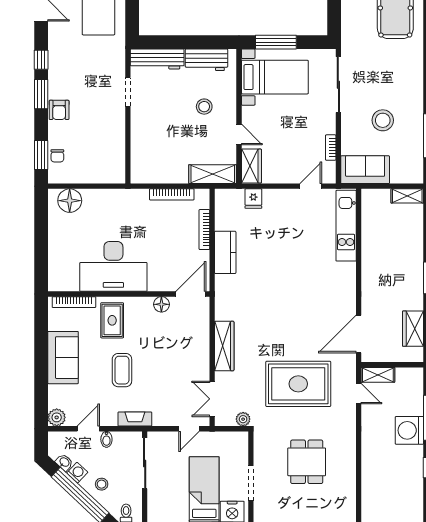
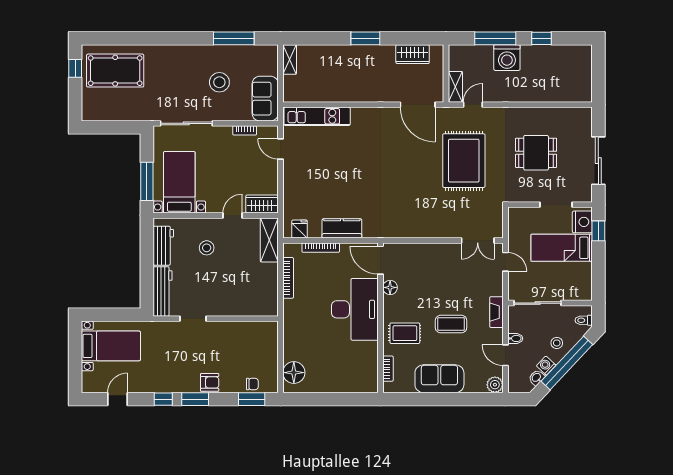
fridge: (253, 199) -> (300, 229), moved, turned -90
desk: (113, 266) -> (355, 309), moved
bookcase: (74, 302) -> (388, 369), width x0.64
wardrobe: (224, 346) -> (429, 229), removed
plant: (243, 419) -> (497, 212), removed

